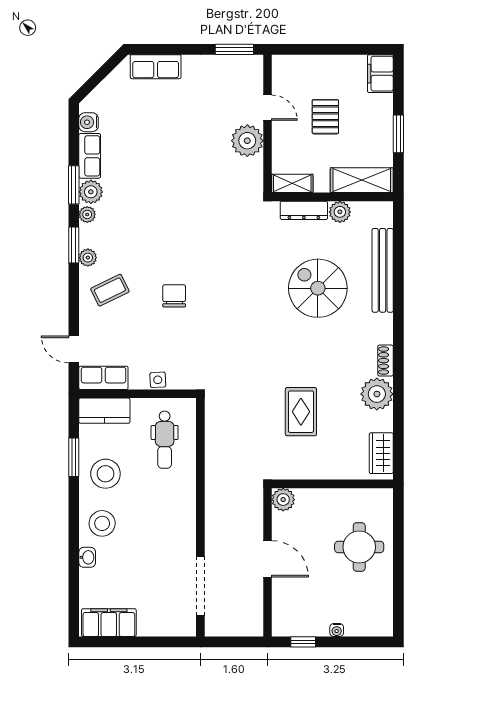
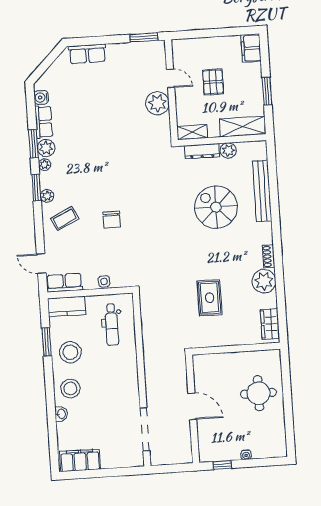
chair: (174, 296) -> (112, 220), turned 180
plant: (283, 500) -> (201, 362), removed

